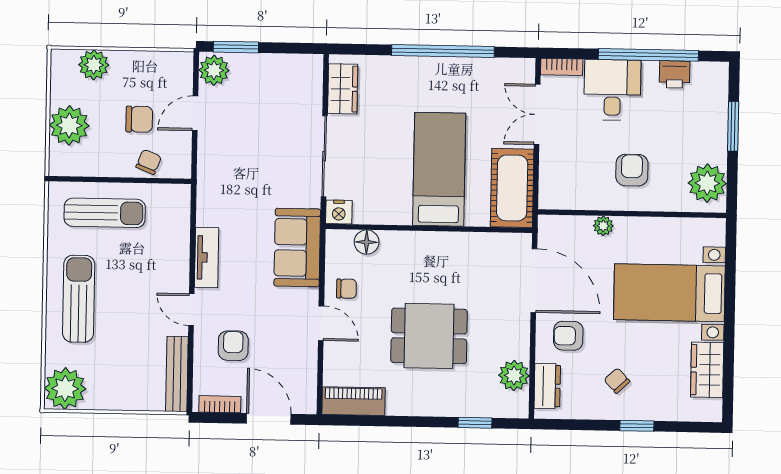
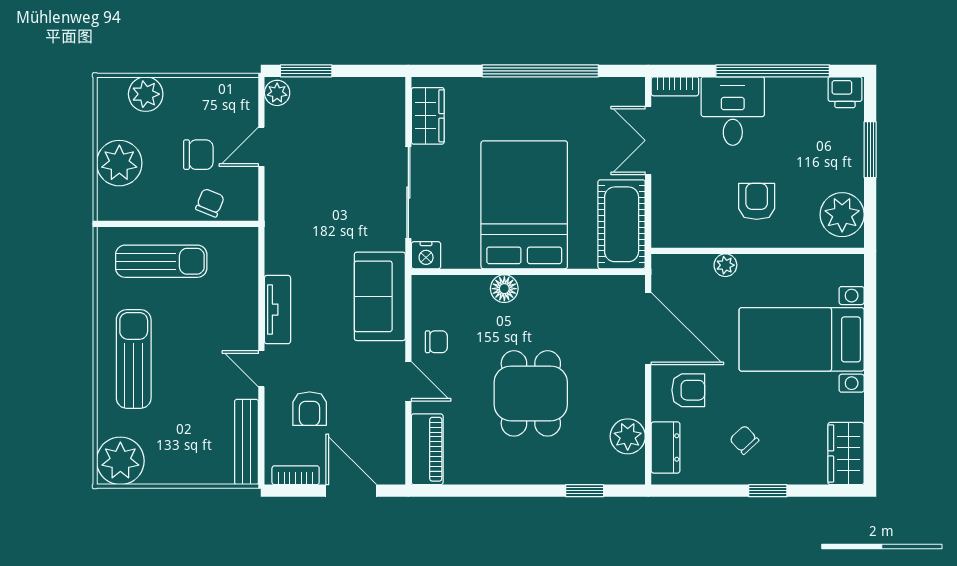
plant: (214, 70) -> (277, 93), width x0.73, depth x0.73
printer: (675, 74) -> (845, 92), moved
bed: (439, 169) -> (524, 205), width x1.50
floor lamp: (367, 242) -> (504, 289), moved
dining table: (429, 336) -> (531, 393), turned 90
armchair: (568, 336) -> (688, 390), turned 180
armchair: (233, 346) -> (310, 409), turned 180
wardrobe: (707, 370) -> (846, 453), moved
piano: (354, 401) -> (427, 449), moved, turned 90

